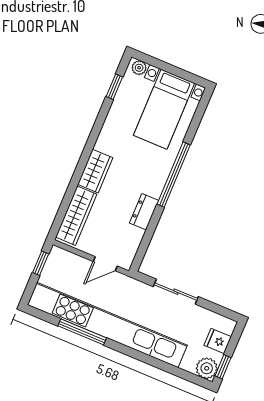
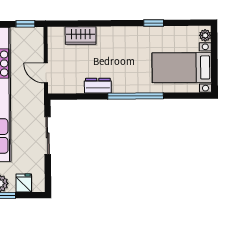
window: (114, 87) -> (154, 23), moved
wardrobe: (95, 171) -> (113, 36), removed
wardrobe: (76, 216) -> (81, 36), width x0.67

